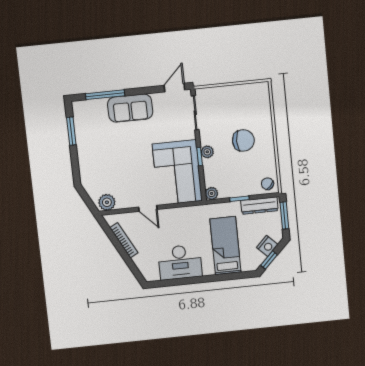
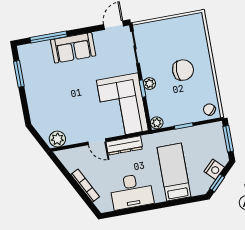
dresser: (259, 206) -> (124, 145), moved
bookcase: (124, 240) -> (85, 186), moved

